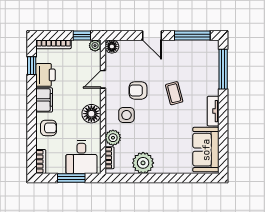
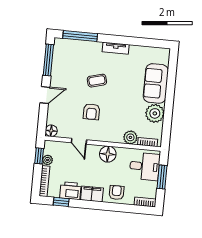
plant: (95, 46) -> (48, 160), moved
side table: (126, 115) -> (112, 124), removed
sofa: (206, 150) -> (156, 83), moved, turned 90

